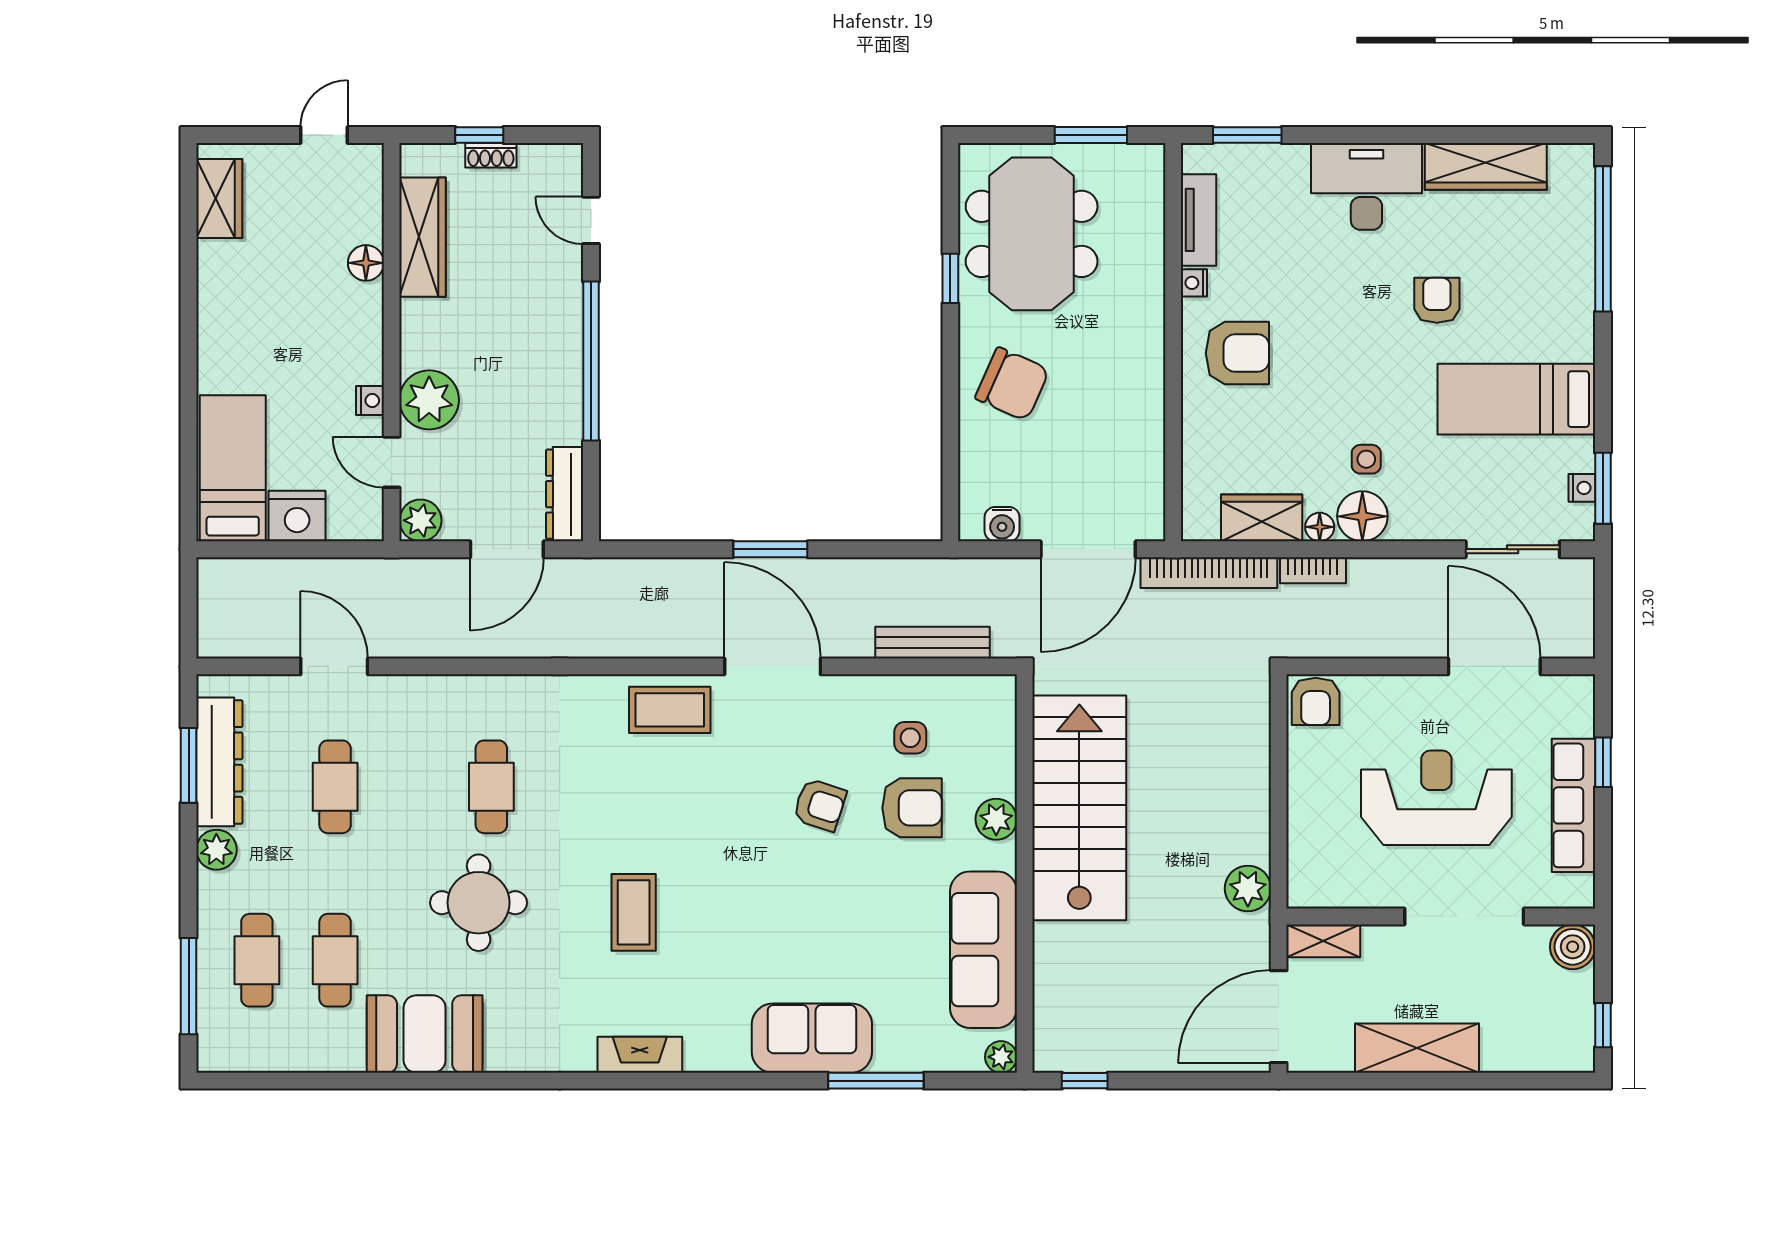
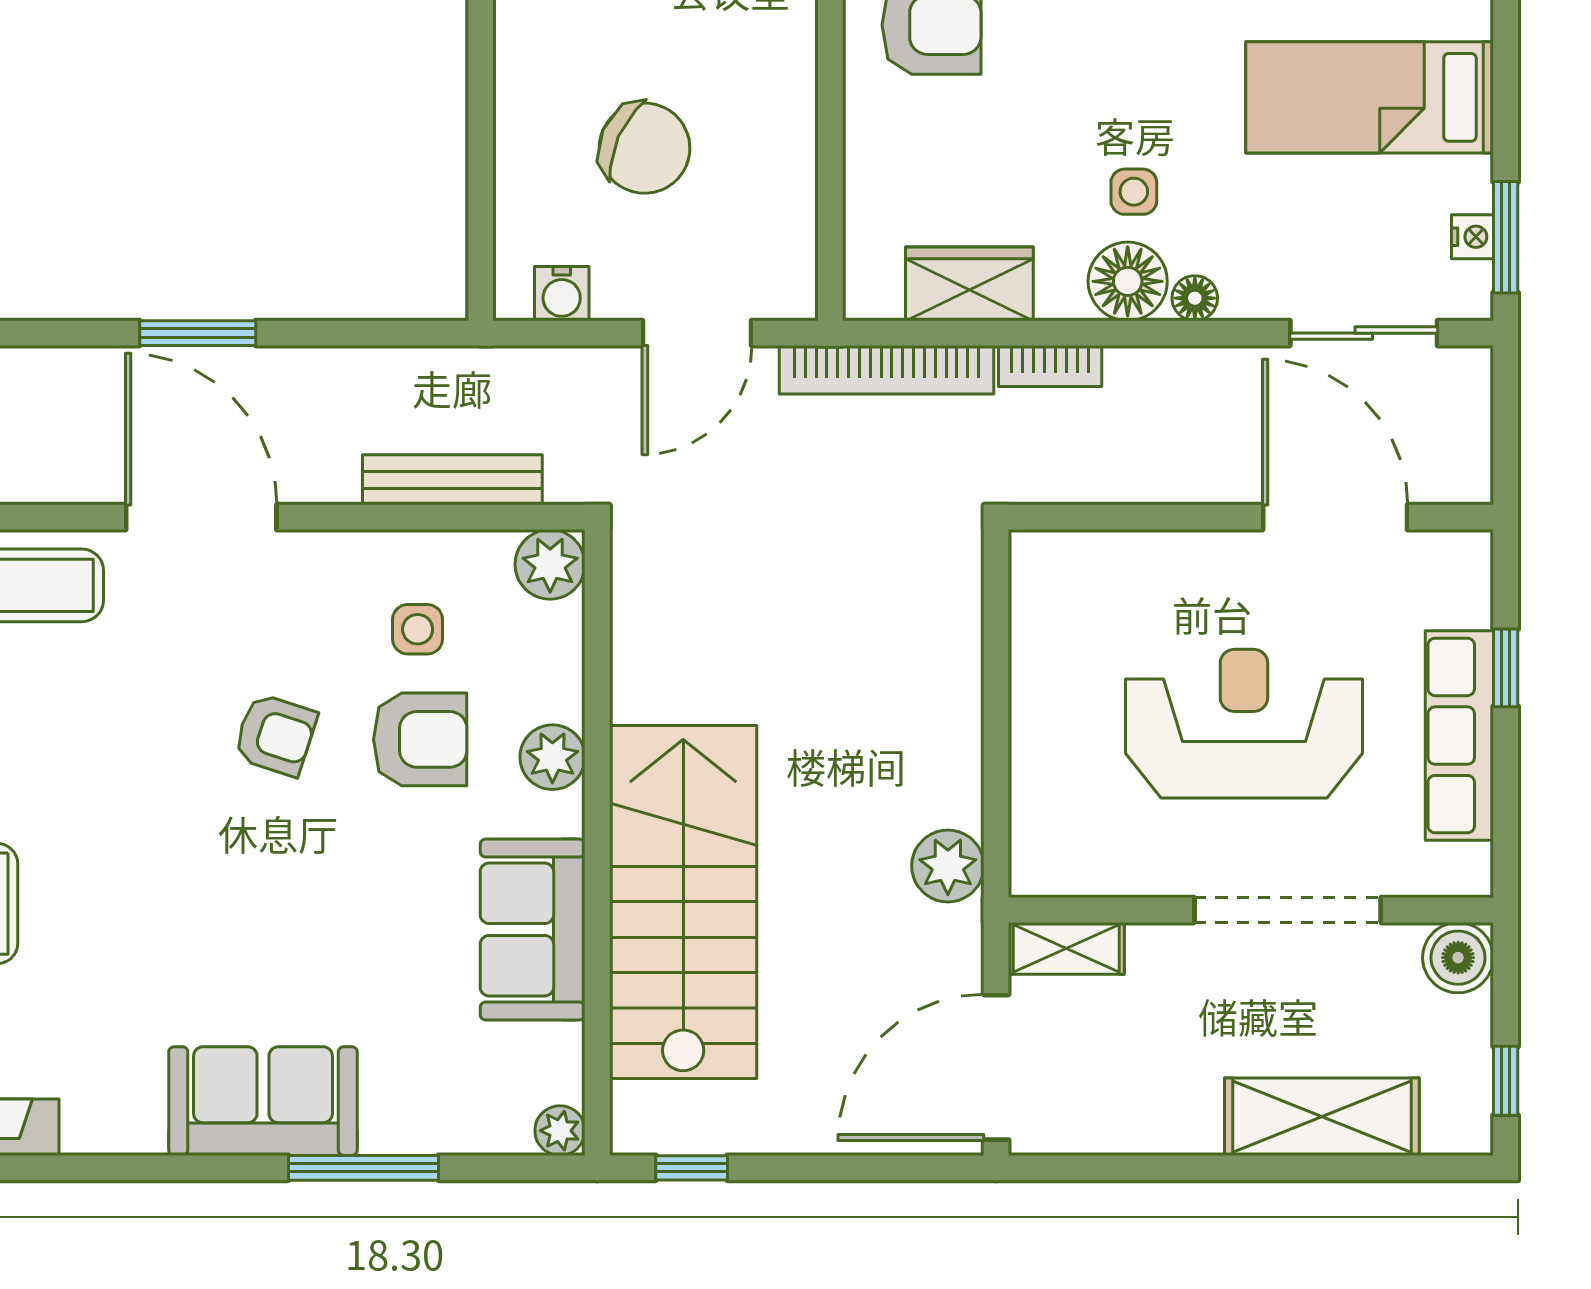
chair: (1012, 384) -> (644, 148), moved
floor lamp: (1320, 527) -> (1195, 298), moved
door: (1088, 549) -> (697, 333), width x0.73
plant: (995, 696) -> (550, 564), added
armchair: (1316, 701) -> (1054, 572), removed
stairs: (1079, 808) -> (683, 902), moved
sofa: (984, 950) -> (533, 930), width x0.73
shelving: (1417, 1048) -> (1322, 1117), moved

